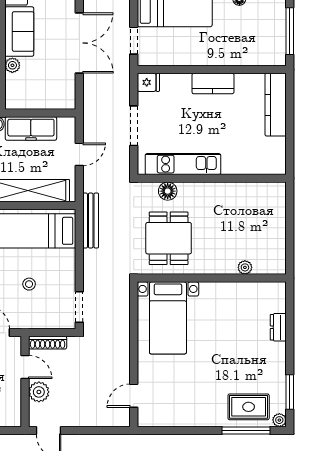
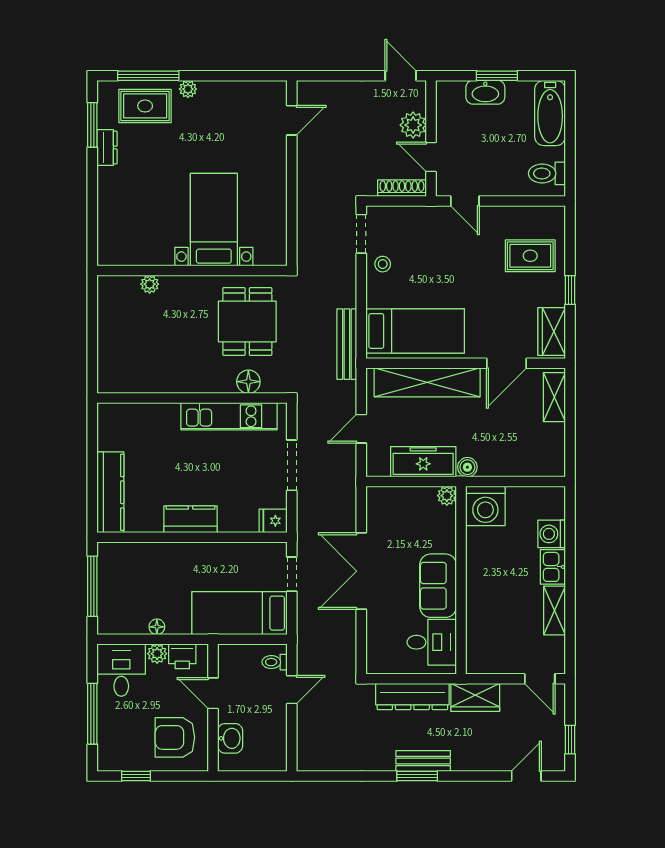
plant: (12, 65) -> (447, 496), moved
stool: (29, 284) -> (383, 264), moved
bed with nightstands: (168, 318) -> (214, 220), moved
dresser: (278, 327) -> (107, 148), moved
plant: (279, 420) -> (188, 89), moved

